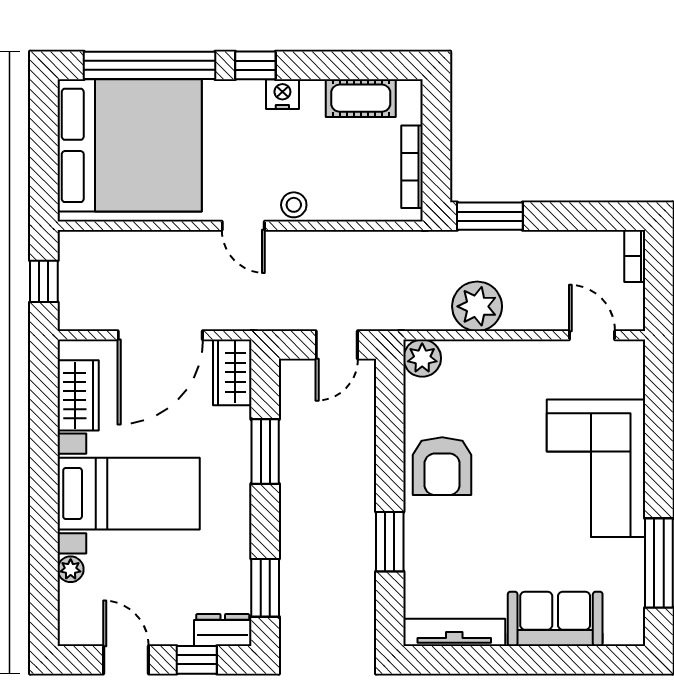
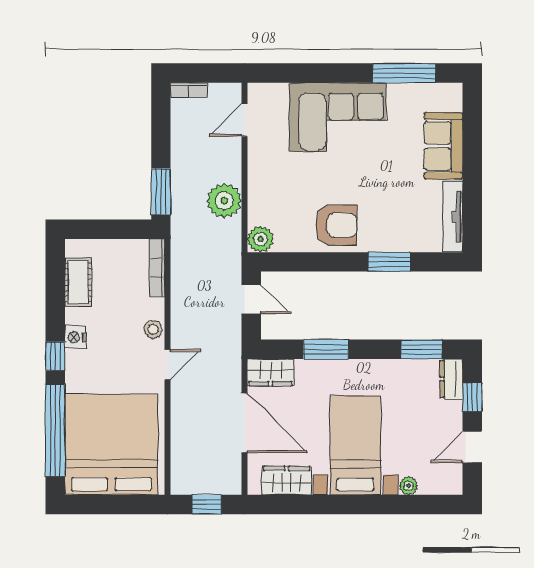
bookcase: (412, 167) -> (157, 268), moved, turned 90

